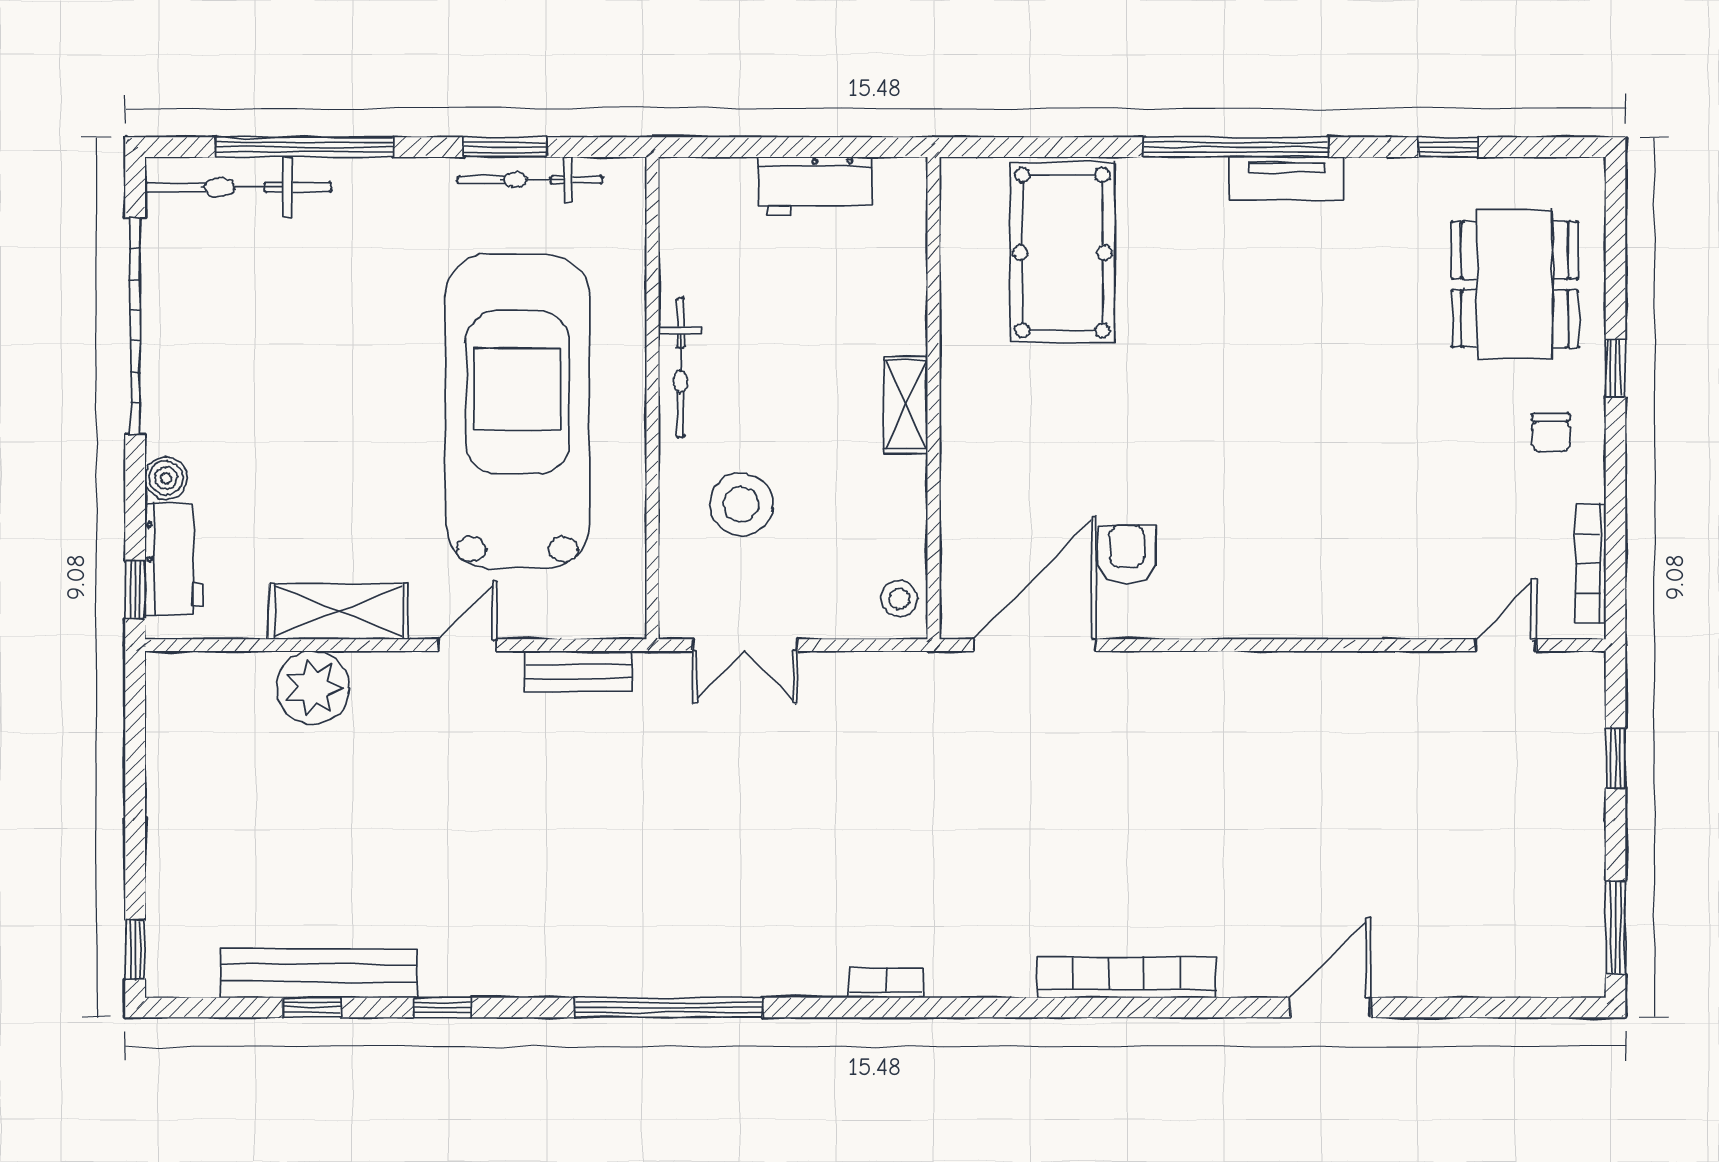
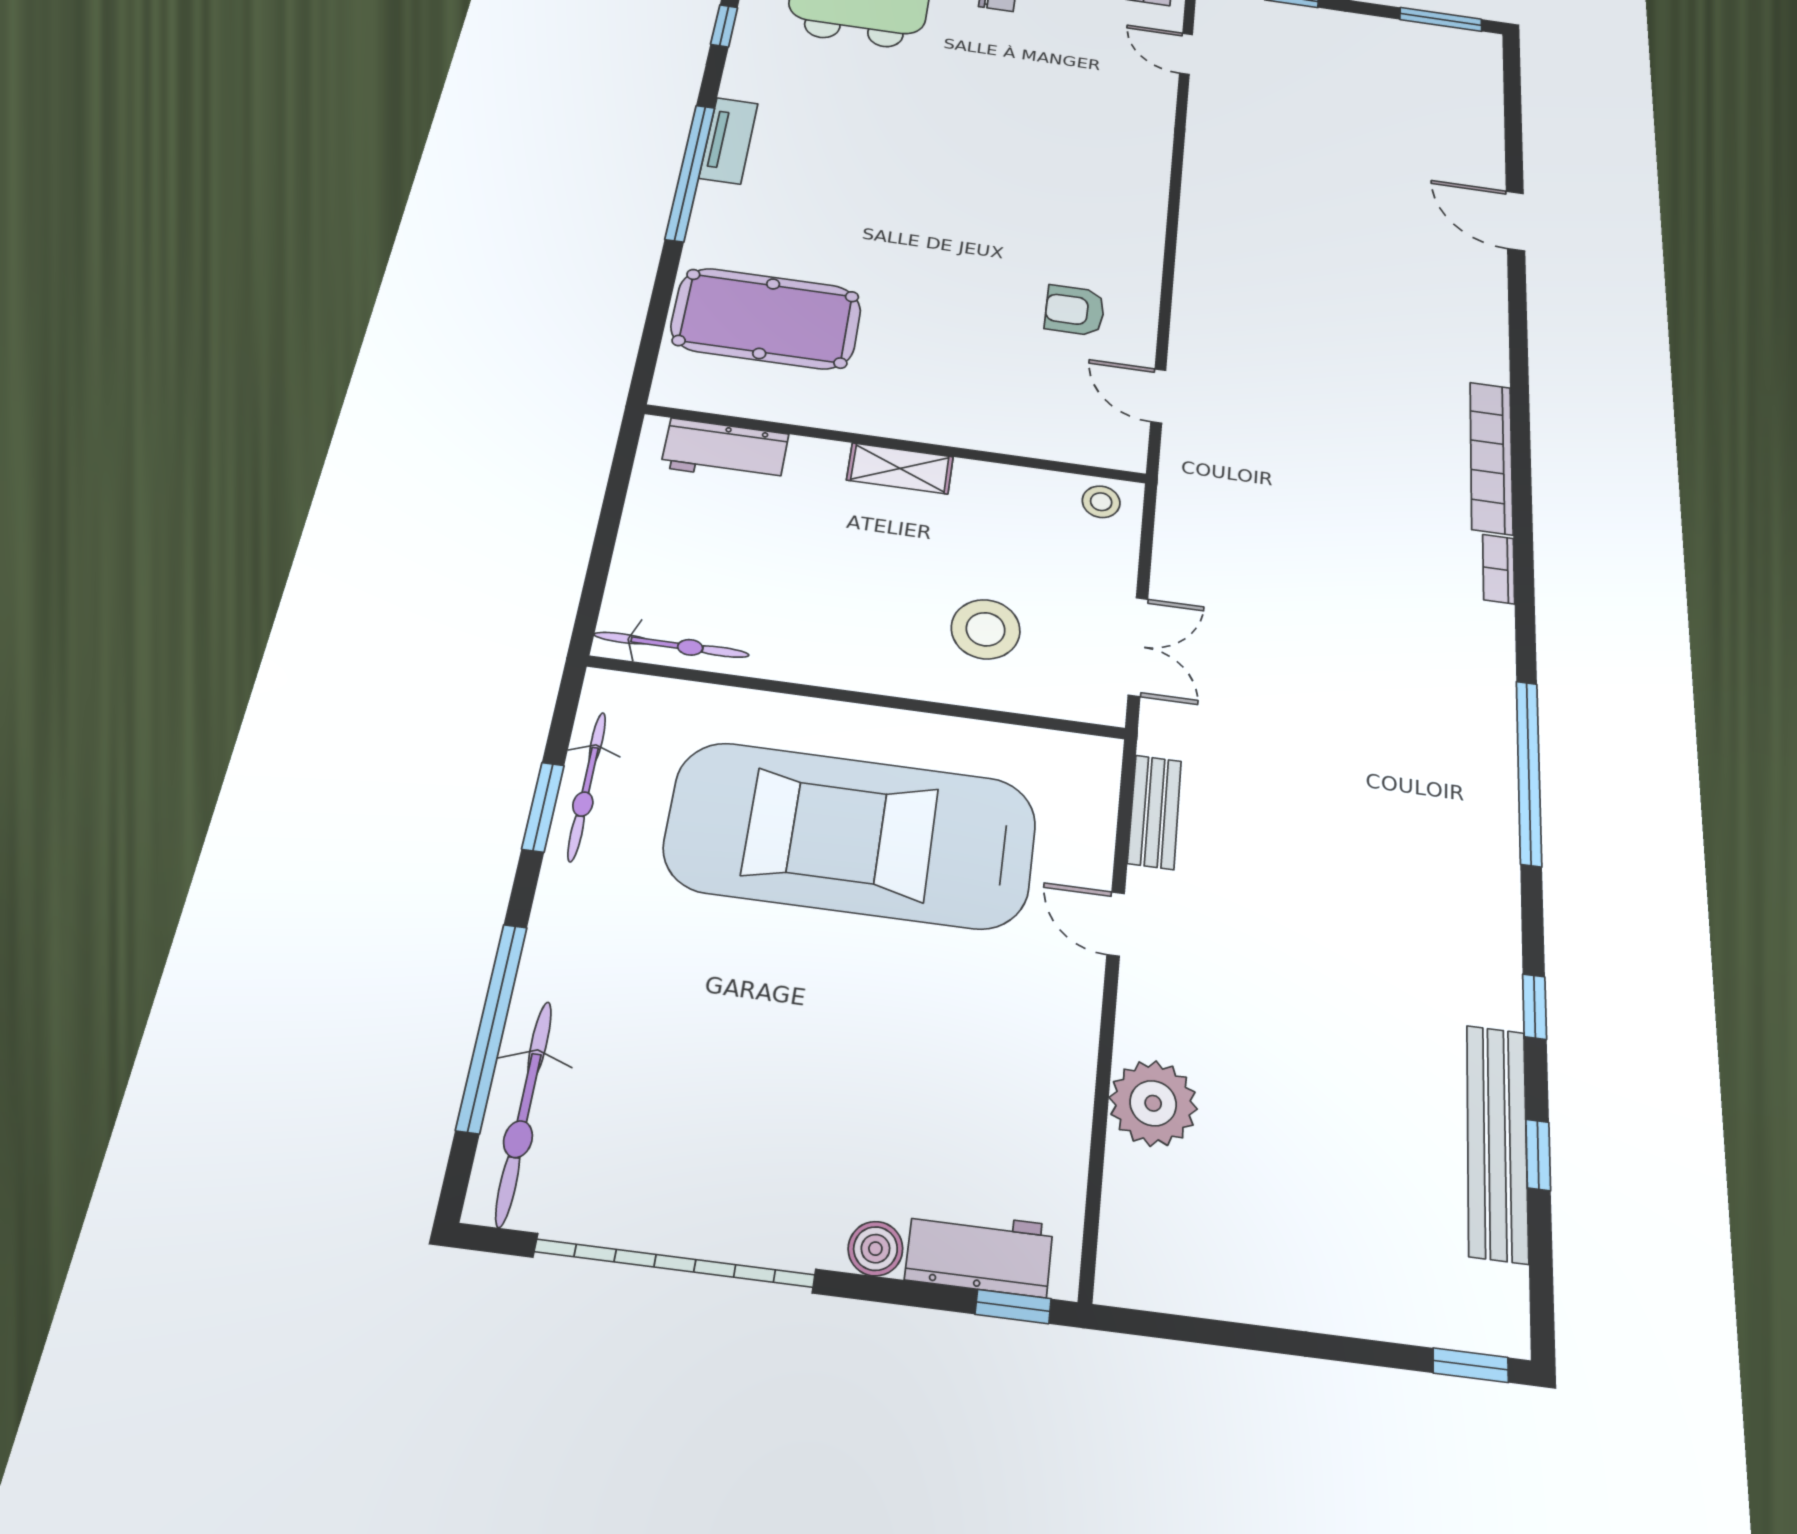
workbench: (816, 186) -> (725, 451), moved, turned 90
bicycle: (680, 367) -> (672, 645), moved
shelving: (338, 611) -> (1064, 1062), removed
door: (1035, 645) -> (1158, 396), width x0.53
bookcase: (1126, 977) -> (1491, 457), moved

